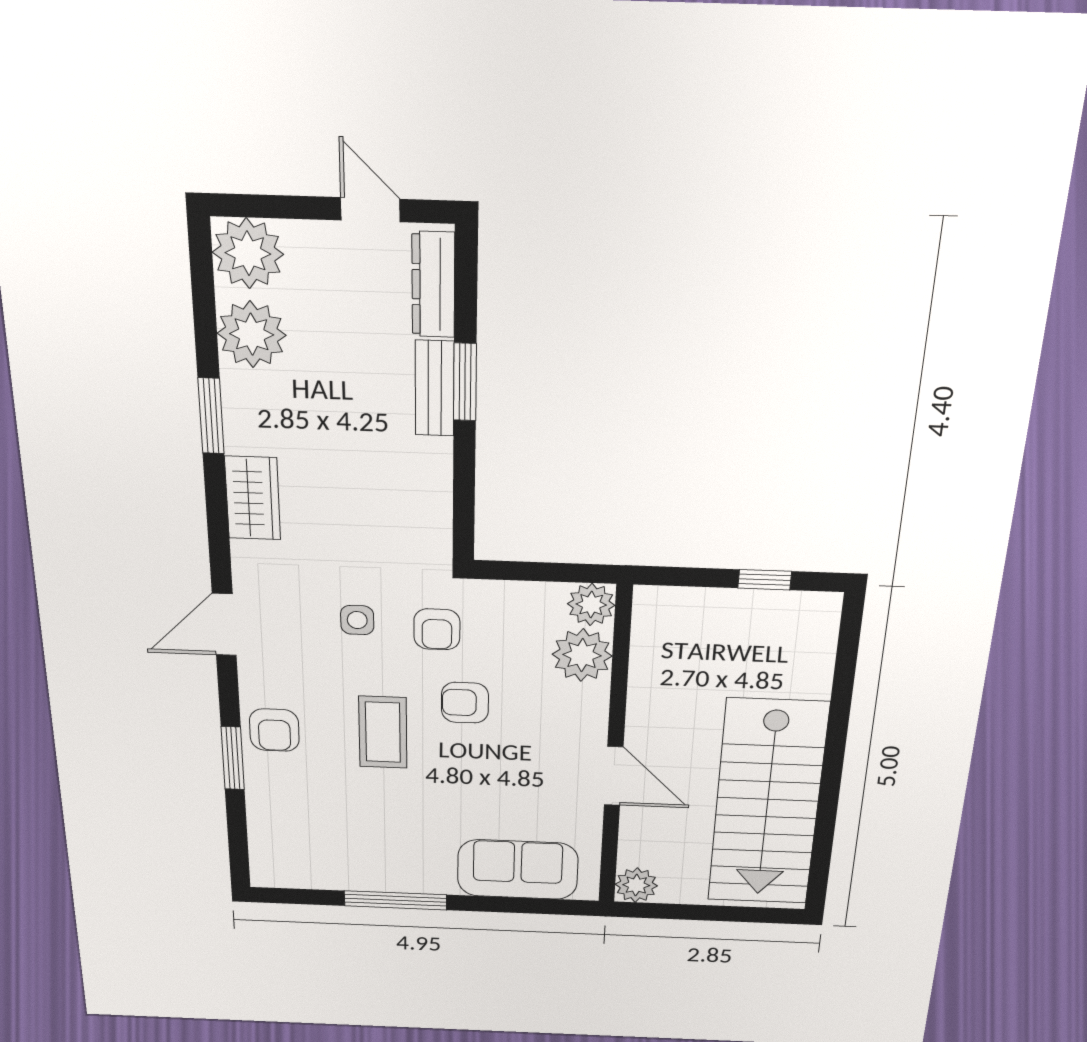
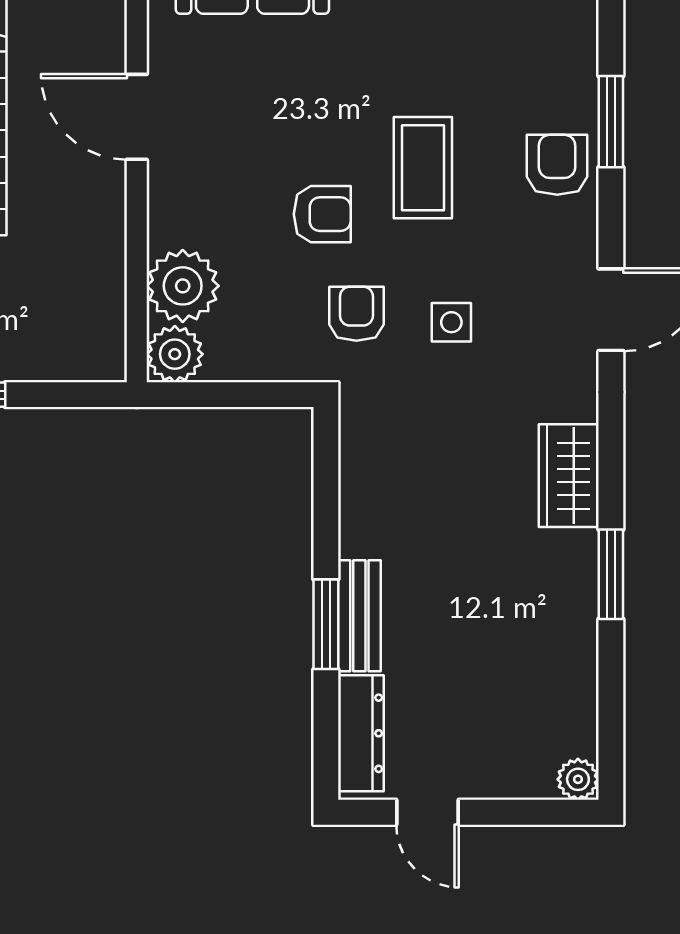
plant: (248, 253) -> (578, 779), width x0.53, depth x0.53
plant: (252, 334) -> (560, 671), removed

